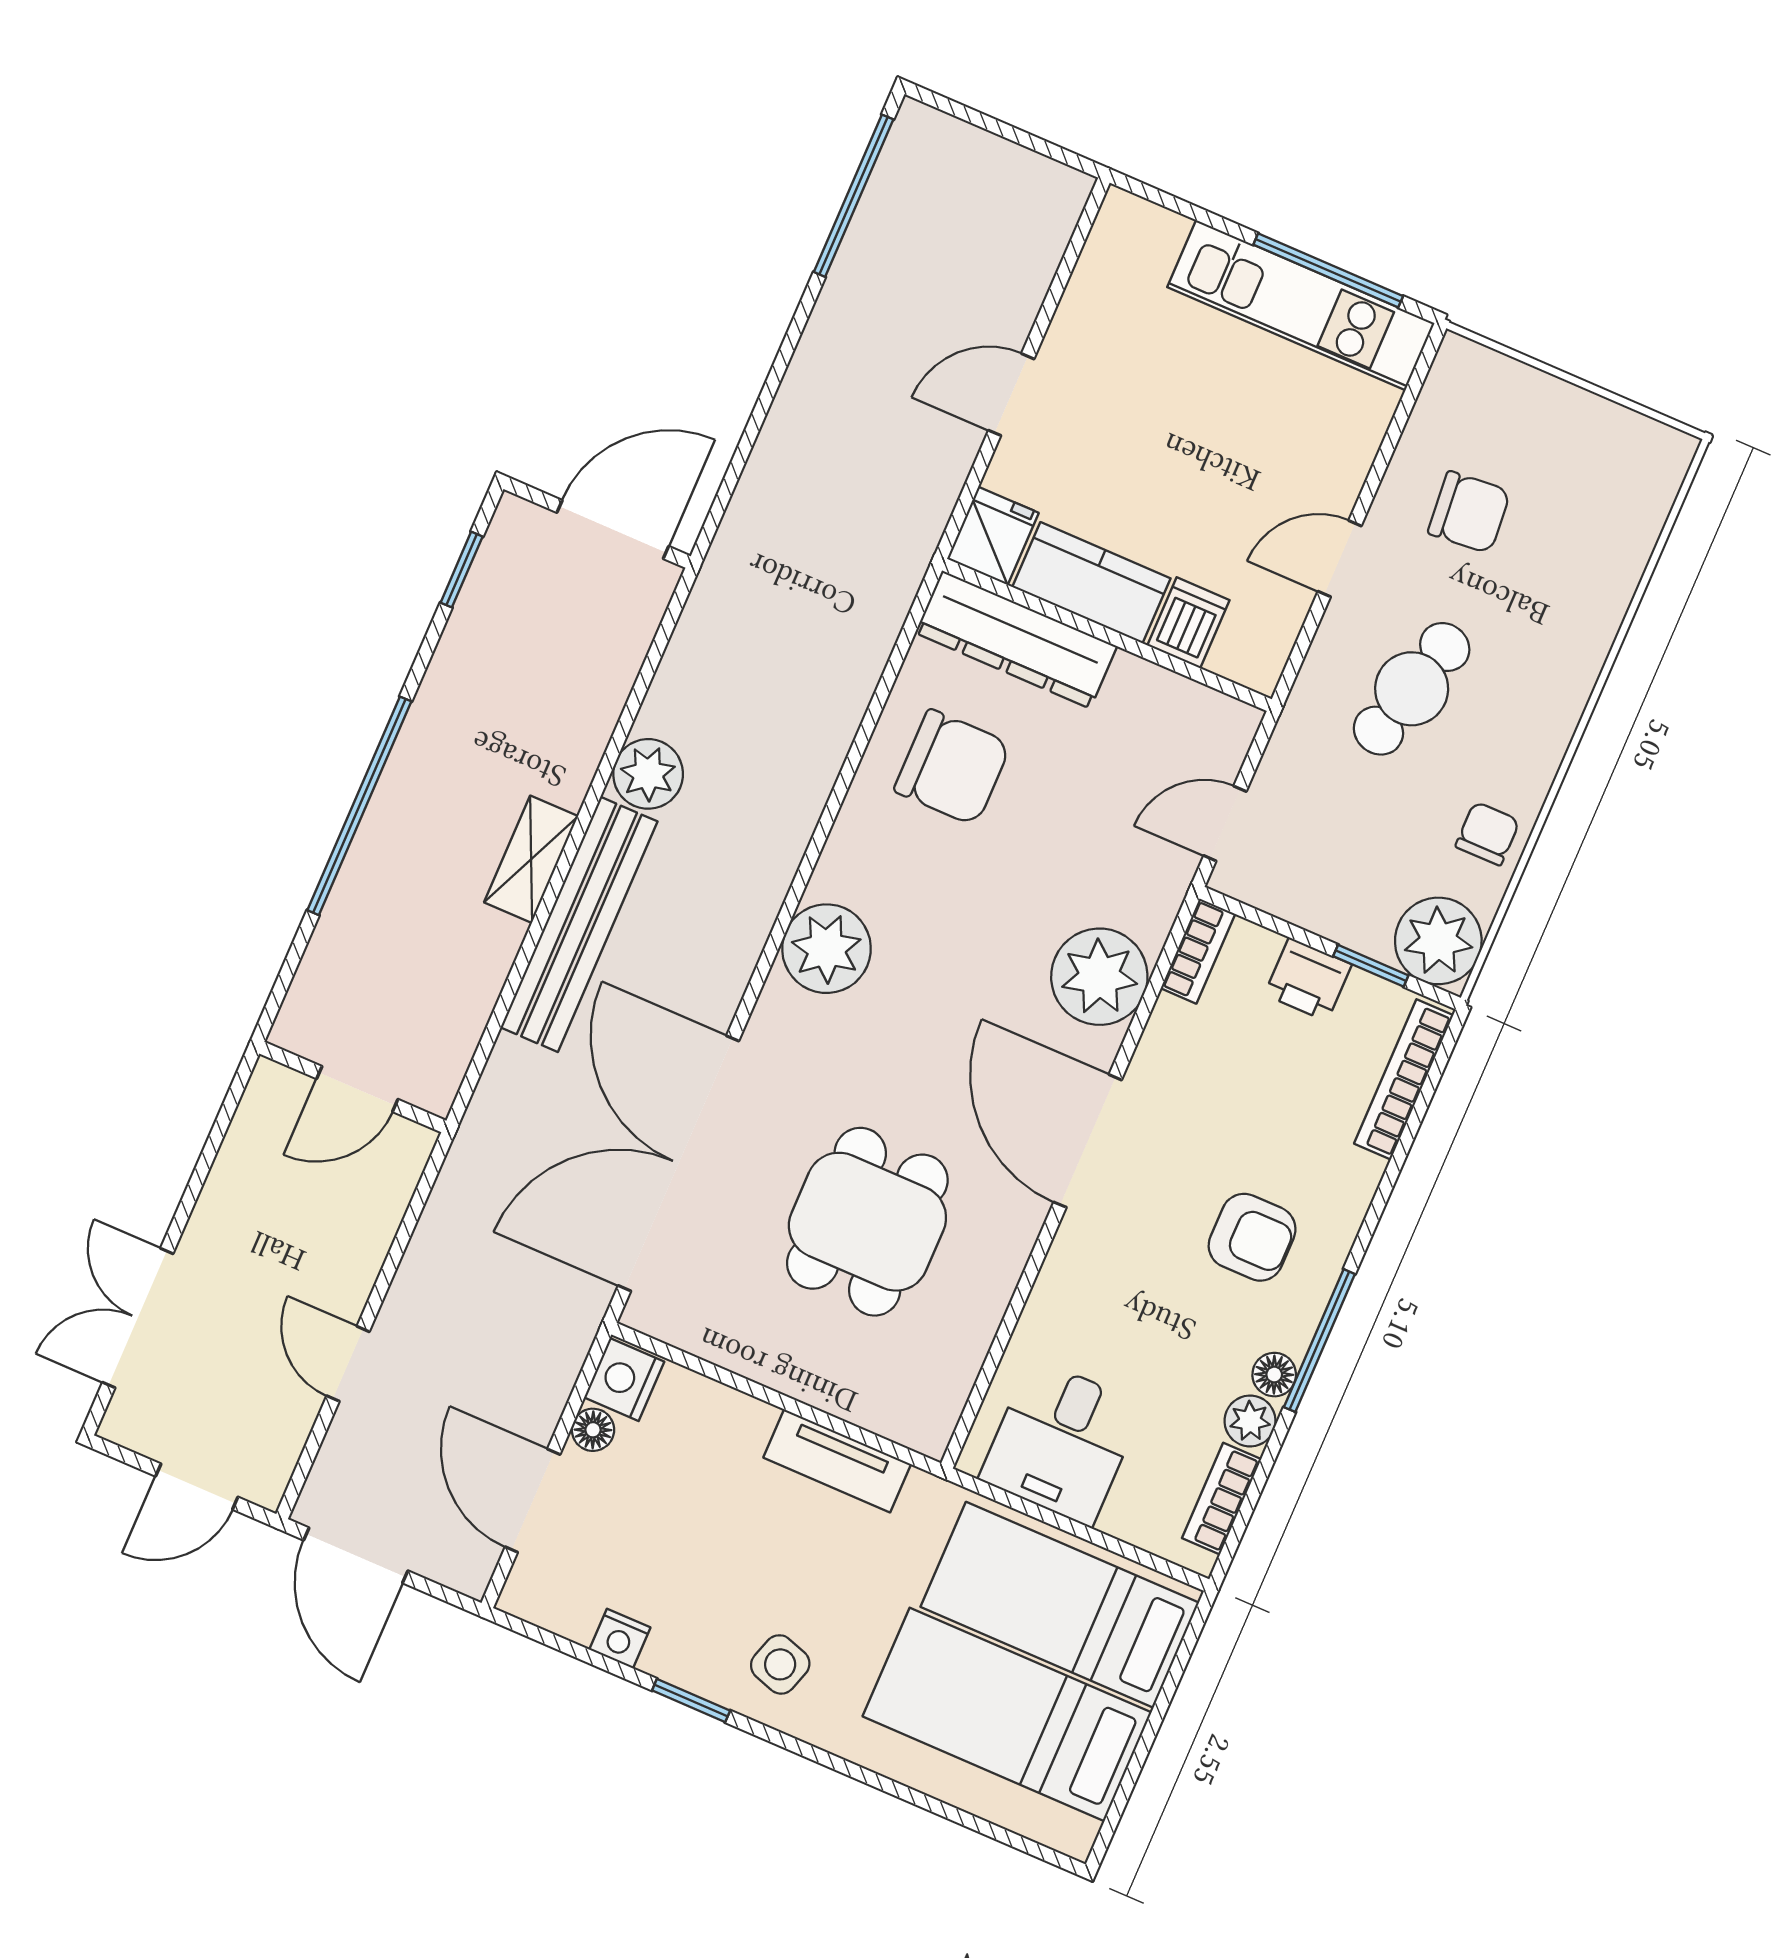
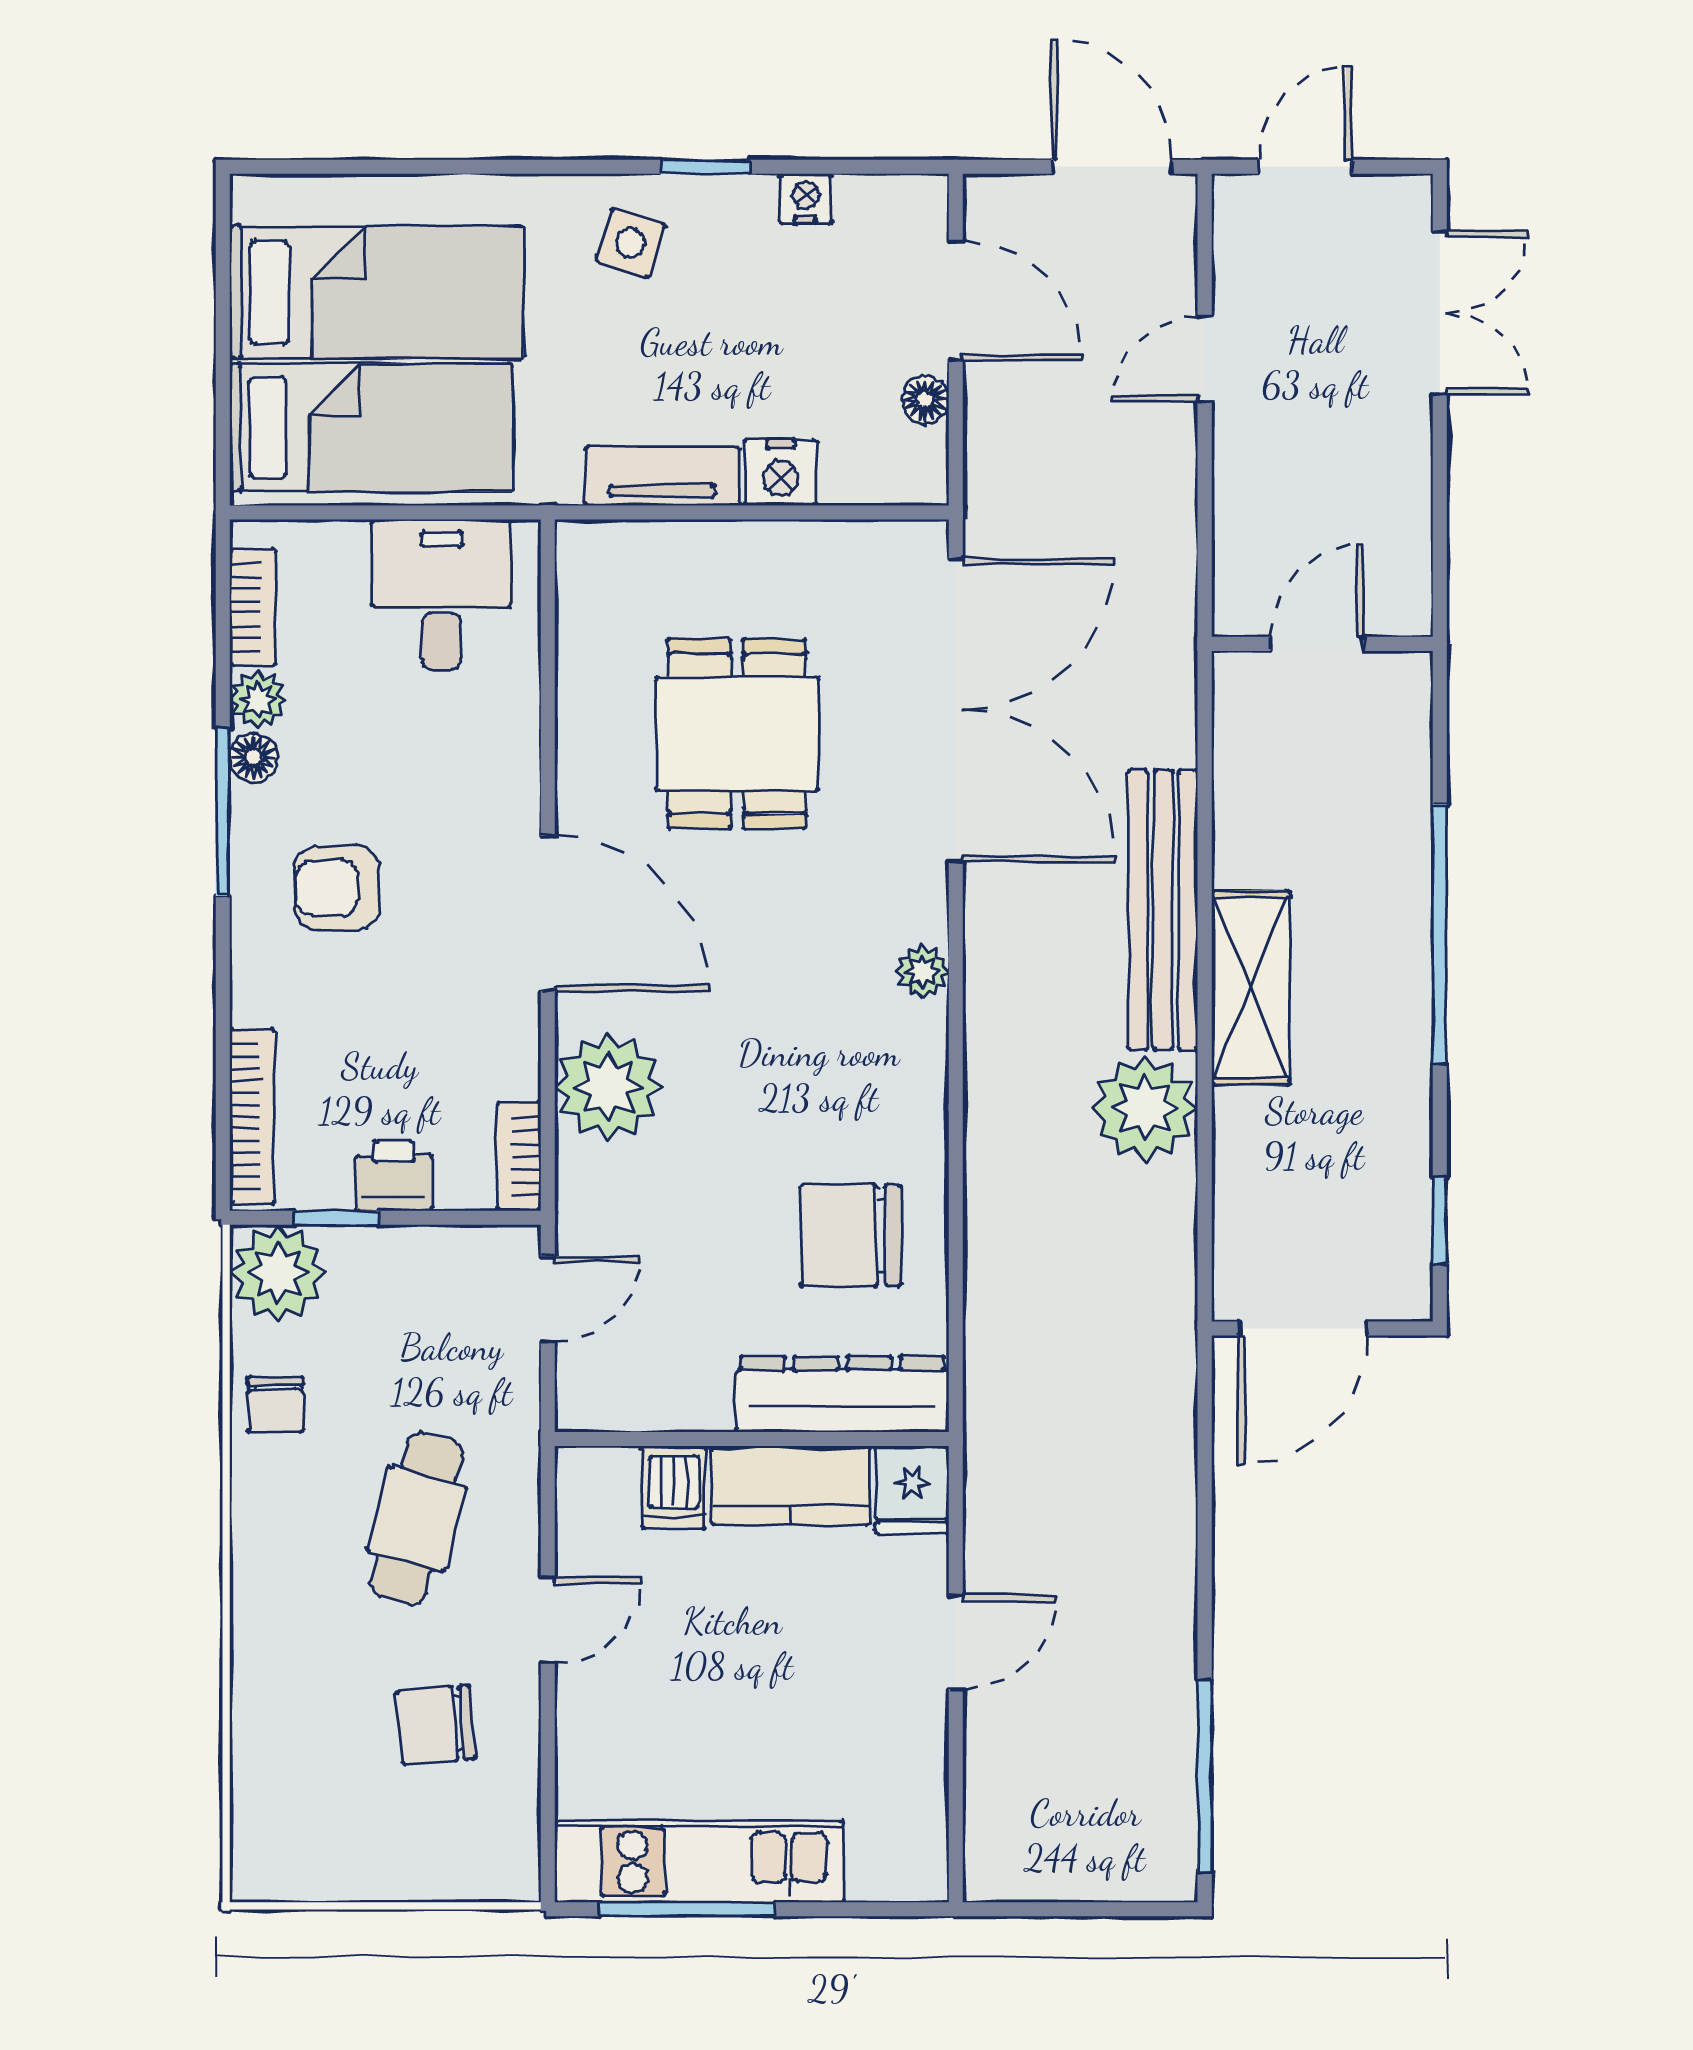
plant: (648, 774) -> (1145, 1108), width x1.36, depth x1.36
shelving: (531, 859) -> (1250, 988), width x1.50, depth x1.33
plant: (826, 949) -> (922, 972), width x0.53, depth x0.53
door: (348, 1364) -> (1205, 359), swing flipped
nightstand: (624, 1380) -> (781, 472), moved, turned 90

